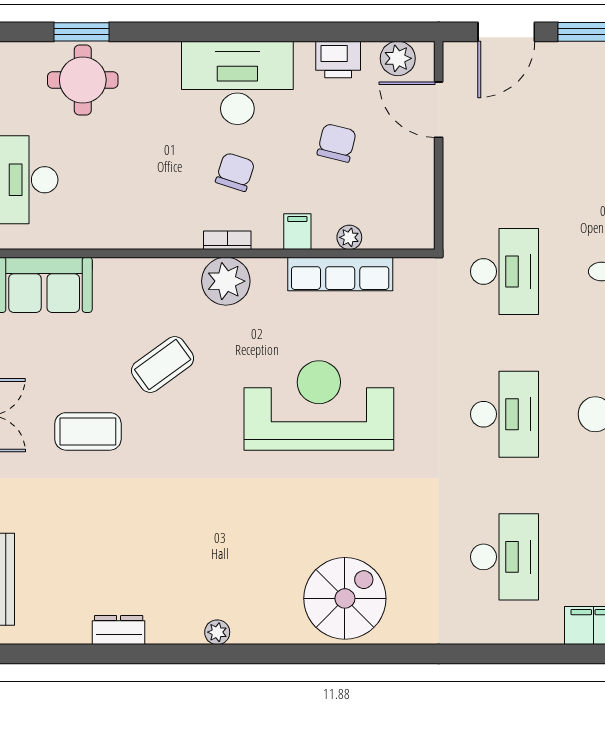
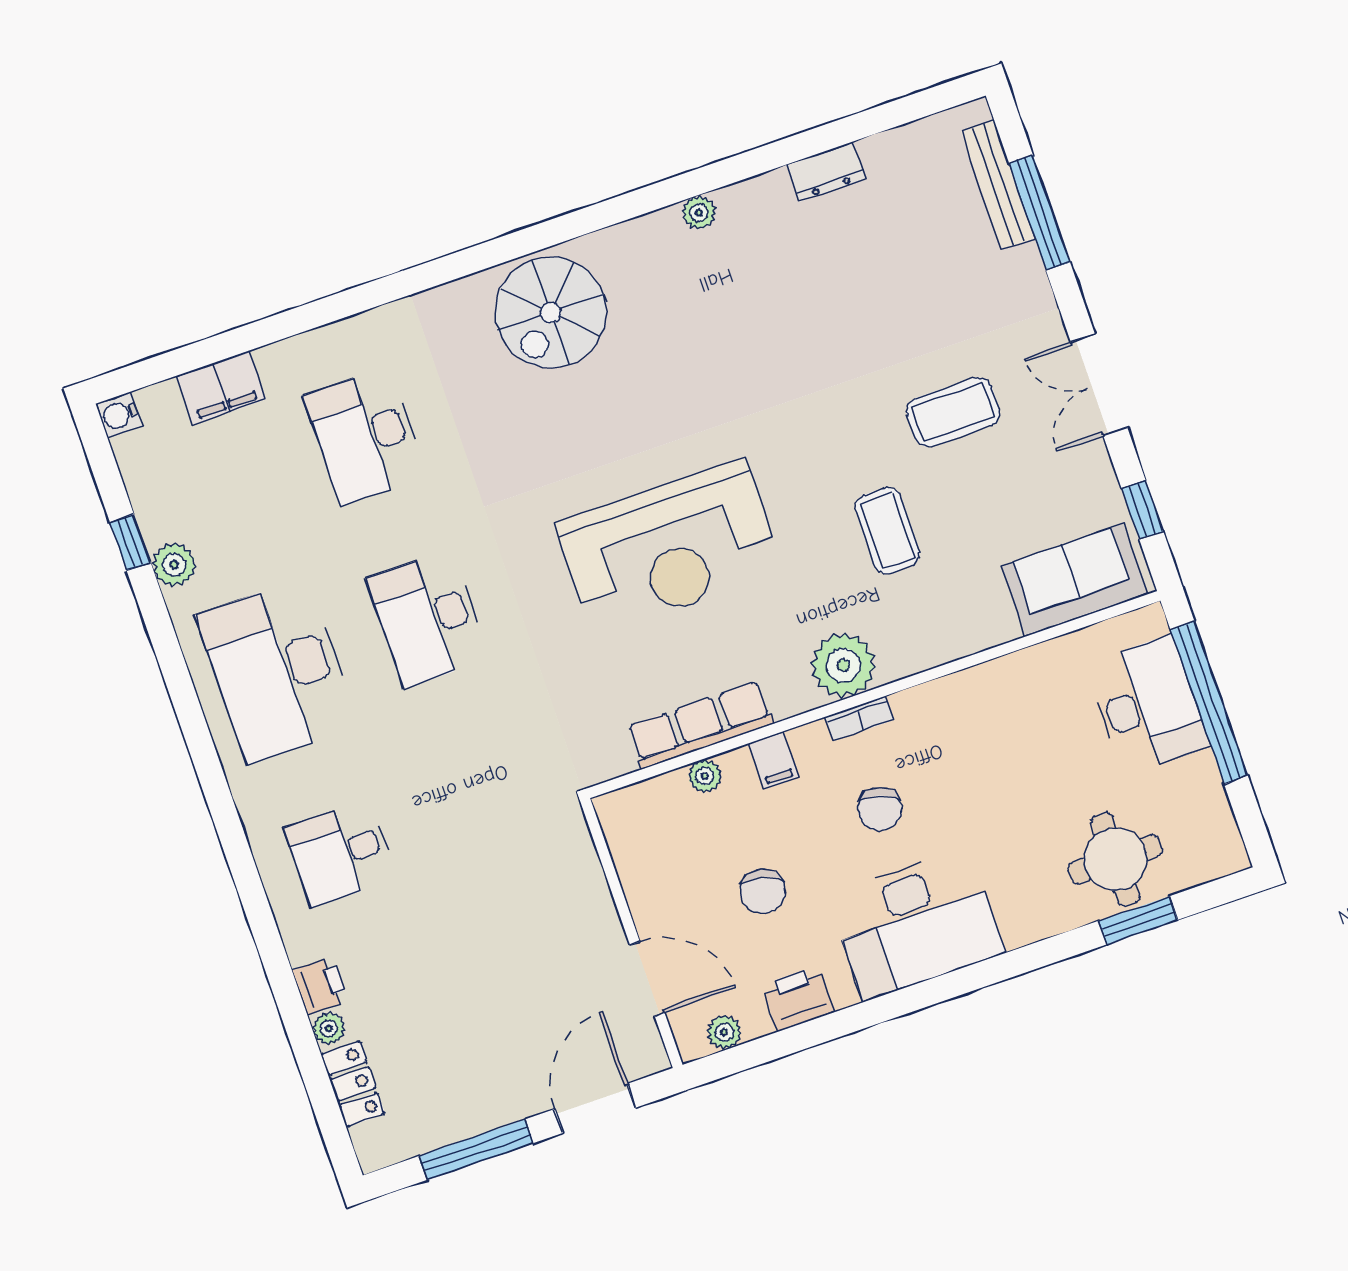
plant: (398, 58) -> (724, 1032), width x0.73, depth x0.73
desk: (505, 272) -> (491, 801), removed
coffee table: (163, 365) -> (887, 531), turned -54

